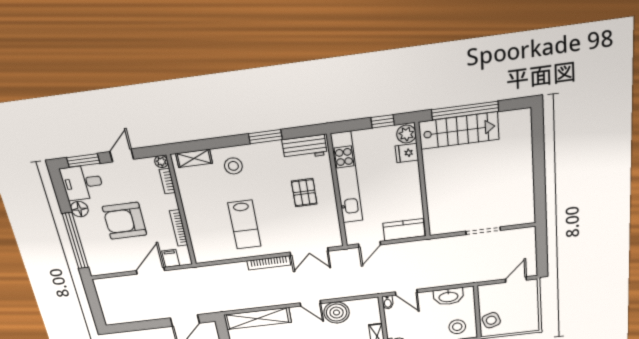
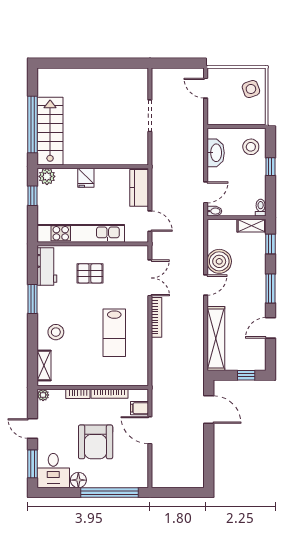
fridge: (407, 153) -> (86, 178), moved
bookcase: (167, 181) -> (78, 394), moved
lab bench: (245, 225) -> (114, 333), turned 90
side table: (491, 320) -> (251, 89), moved

